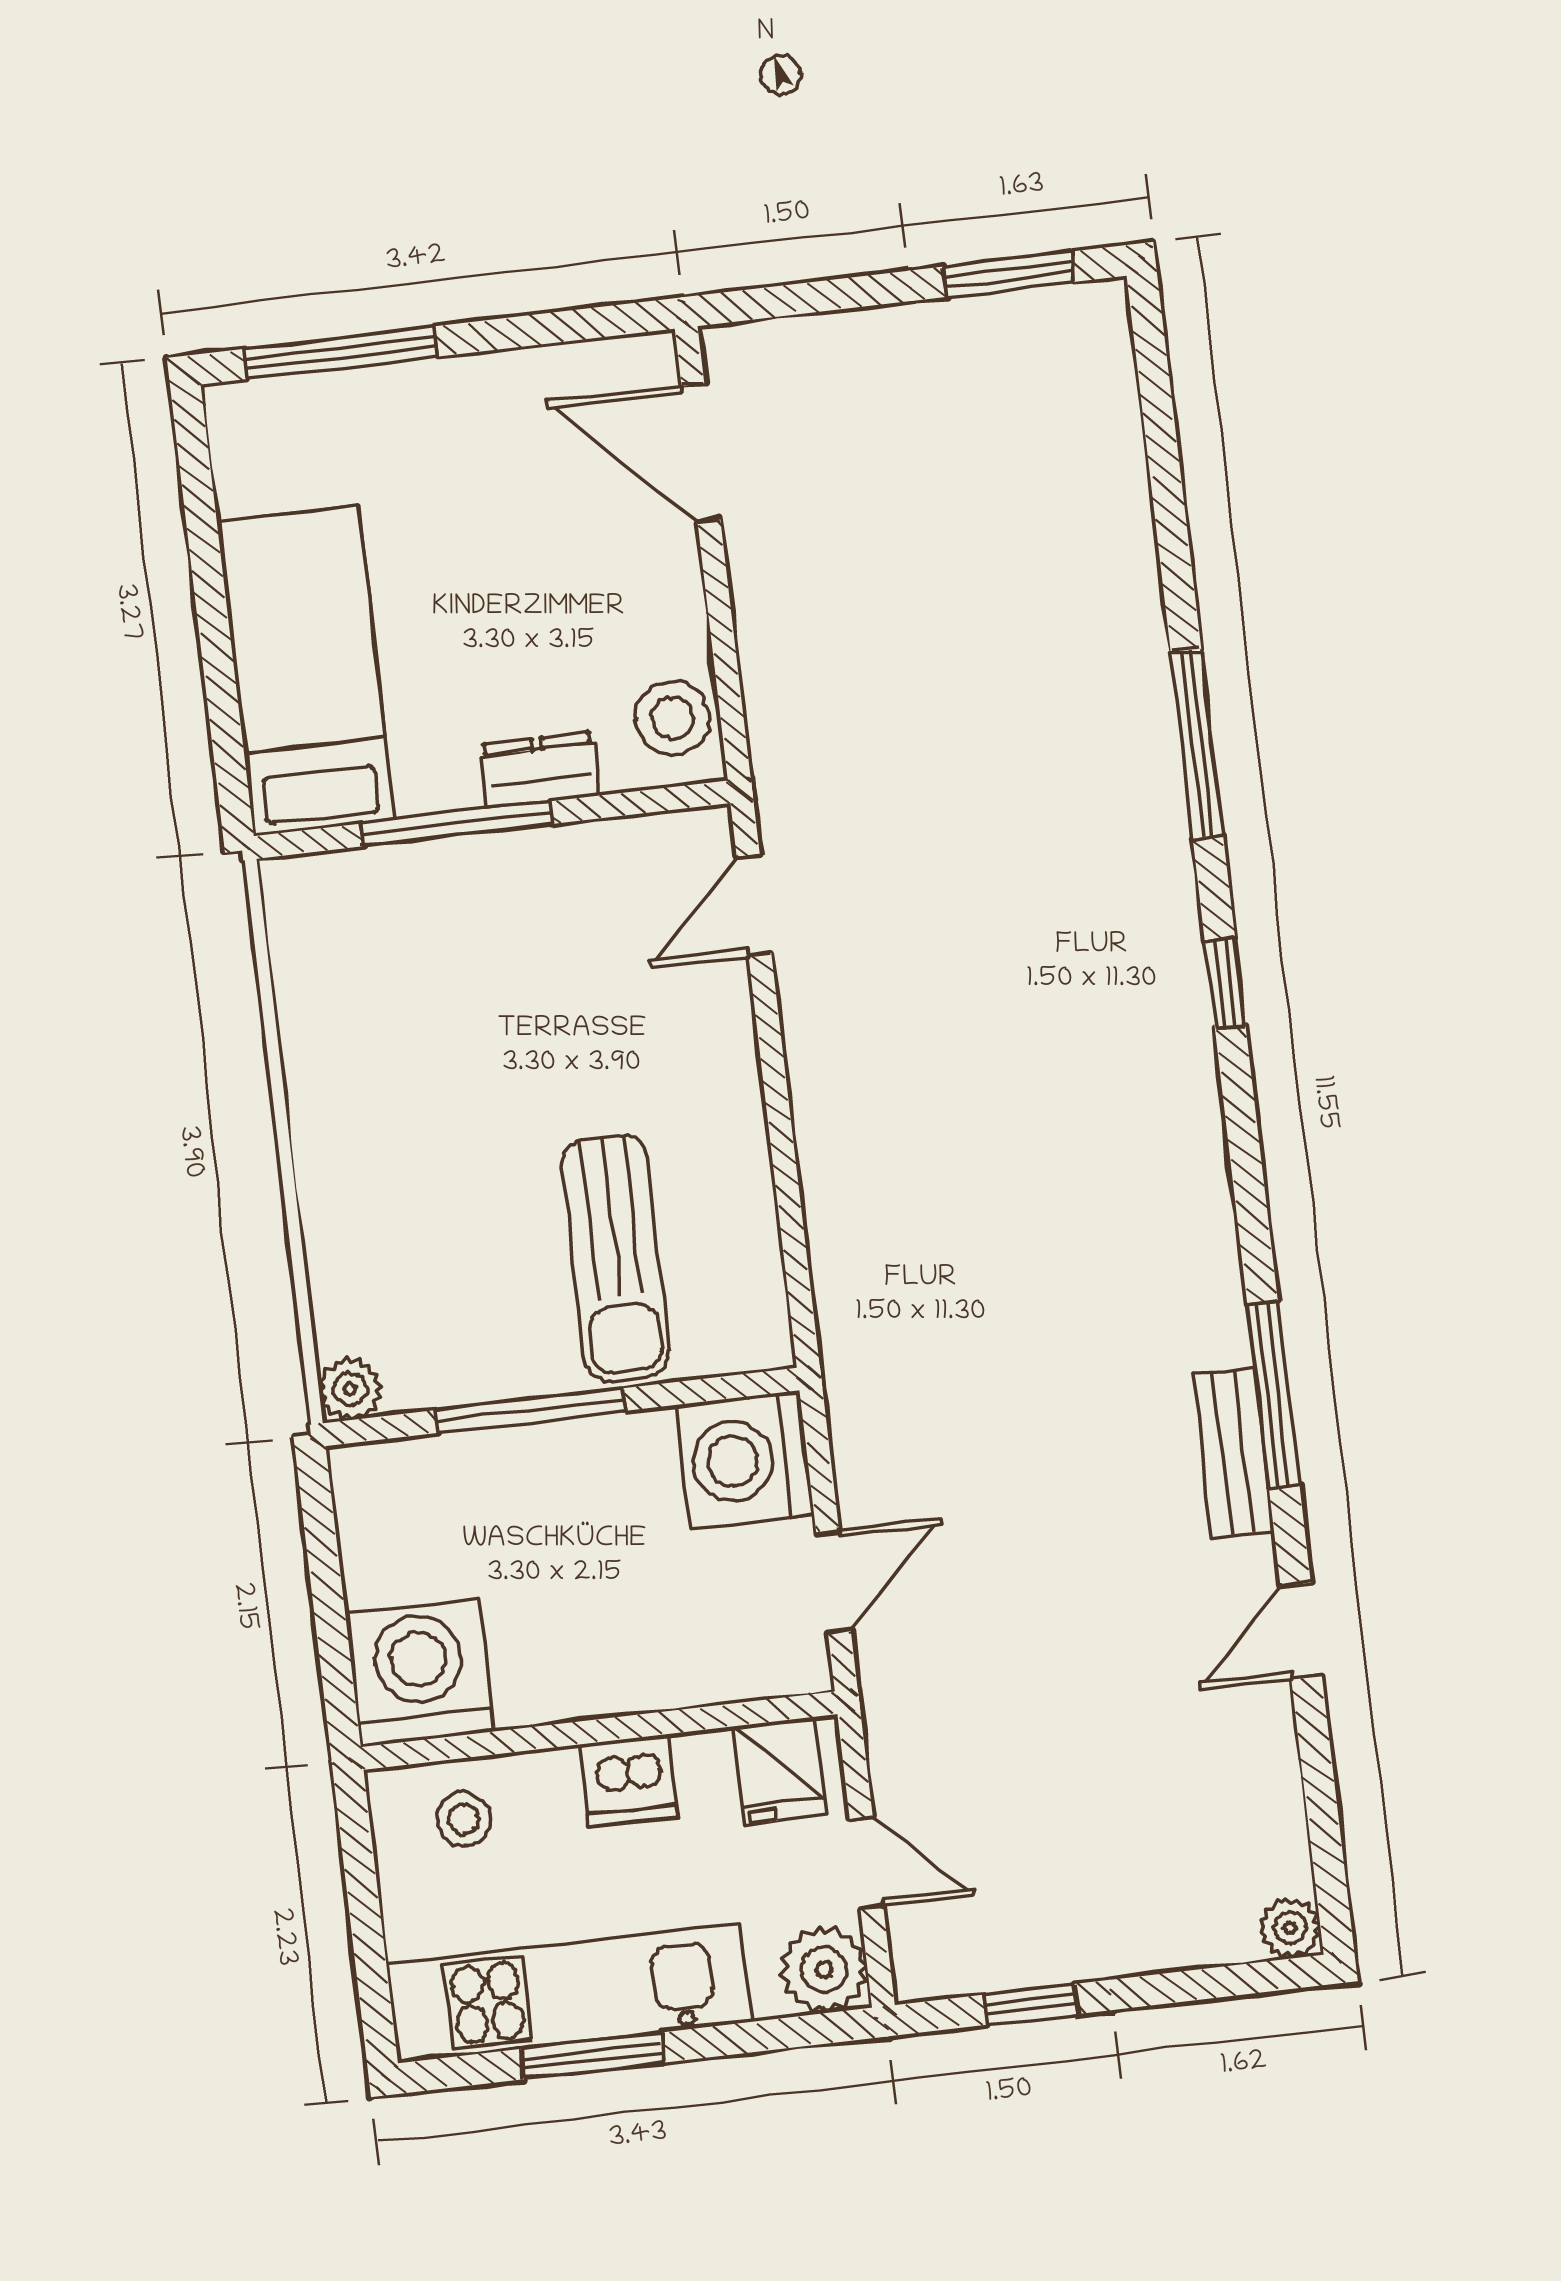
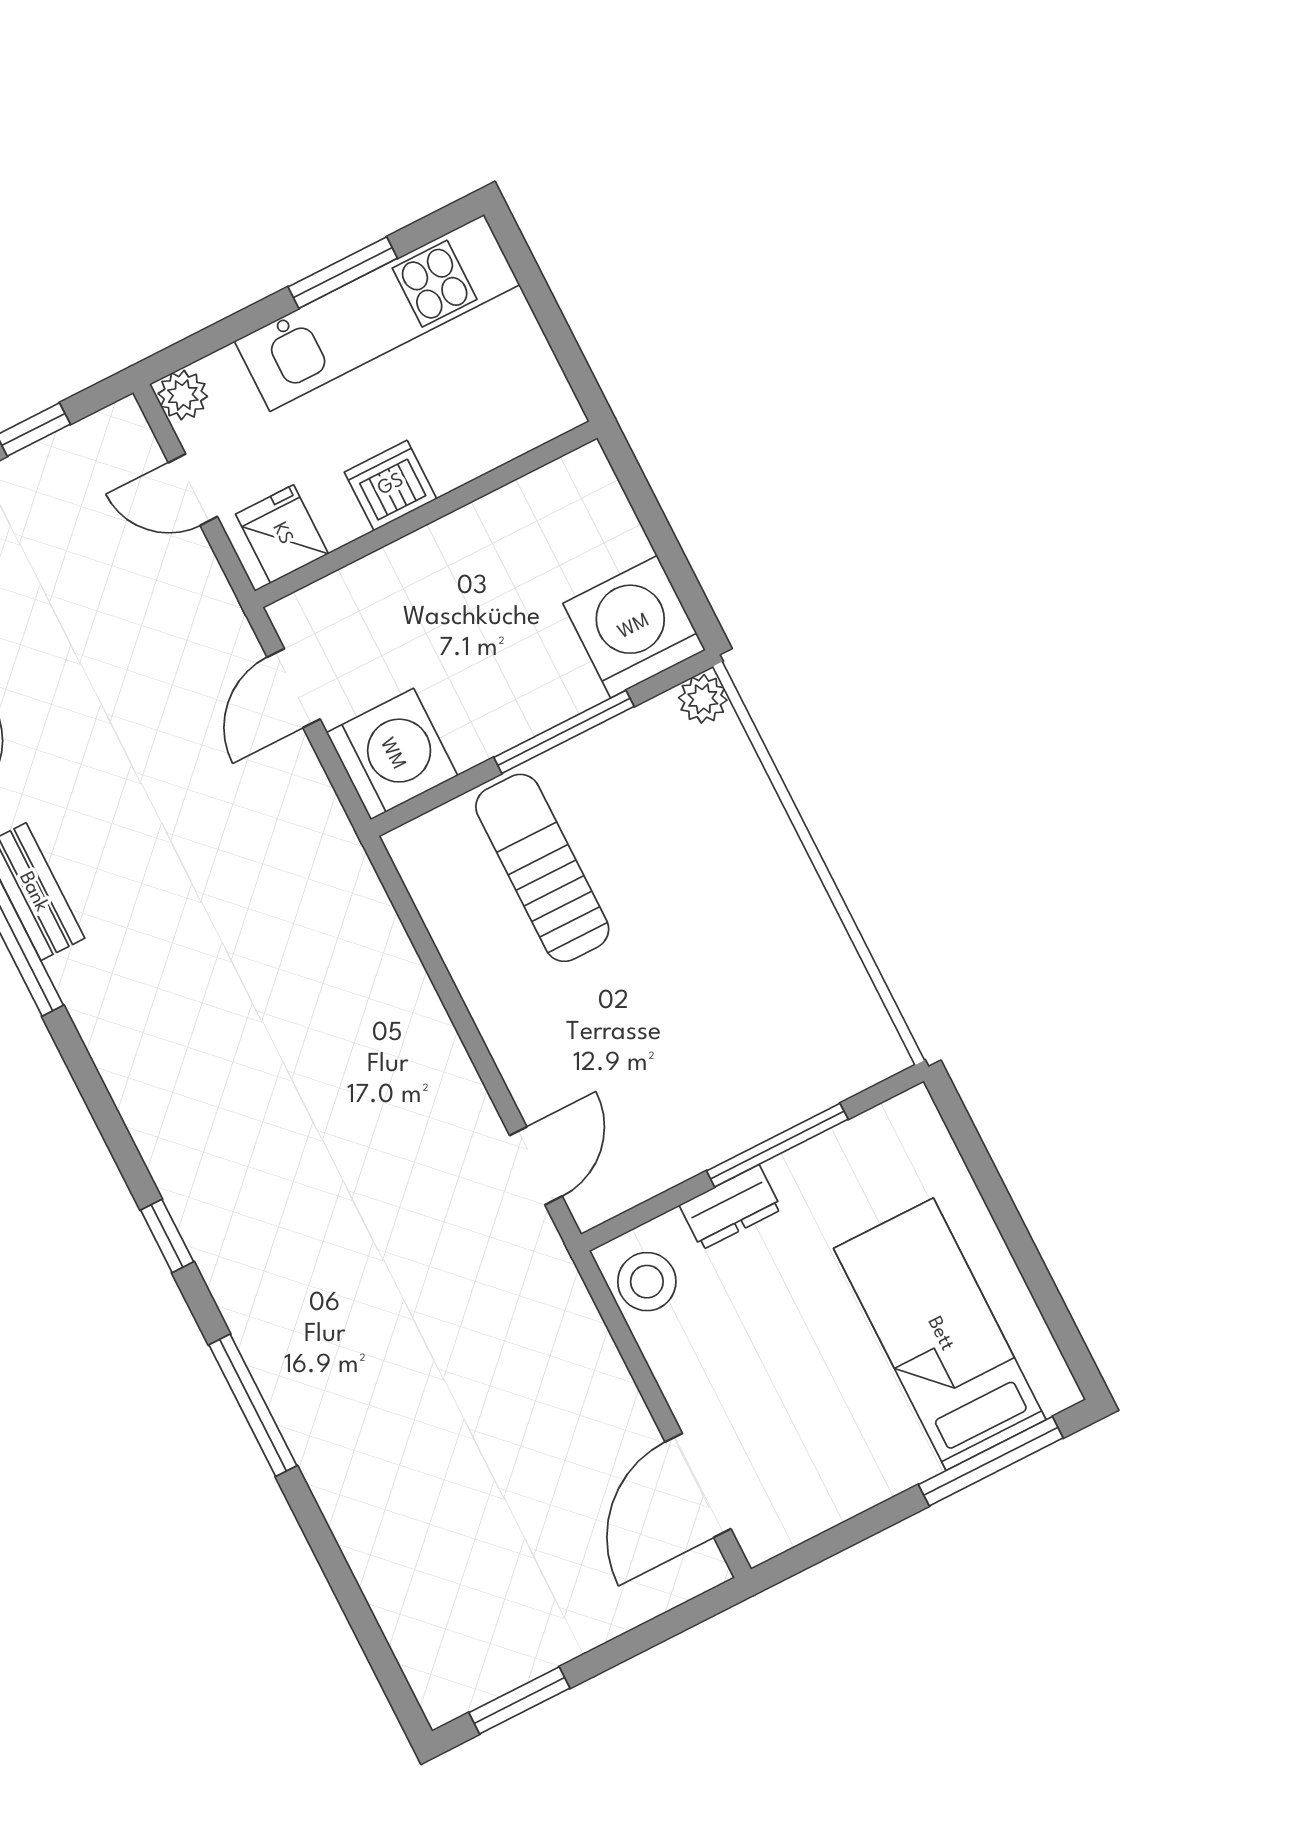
door: (701, 452) -> (698, 1485), swing flipped
bed: (306, 671) -> (940, 1334), moved, turned 180
washing machine: (420, 1672) -> (634, 627), moved, turned 180
stool: (464, 1819) -> (502, 412), removed
plant: (824, 1970) -> (183, 395), width x0.73, depth x0.73

